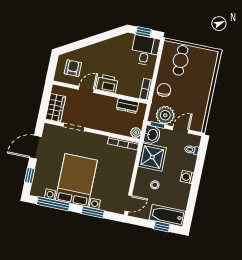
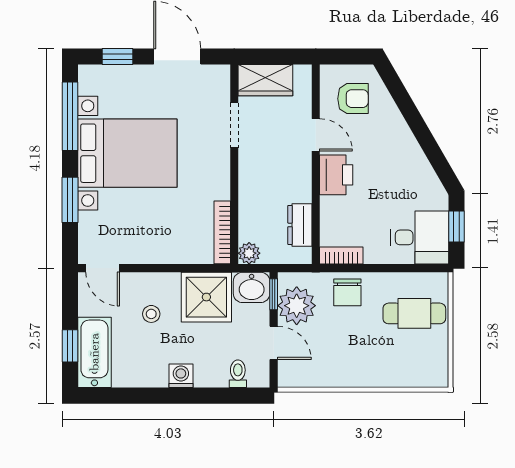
chair: (164, 90) -> (347, 292), turned 96

